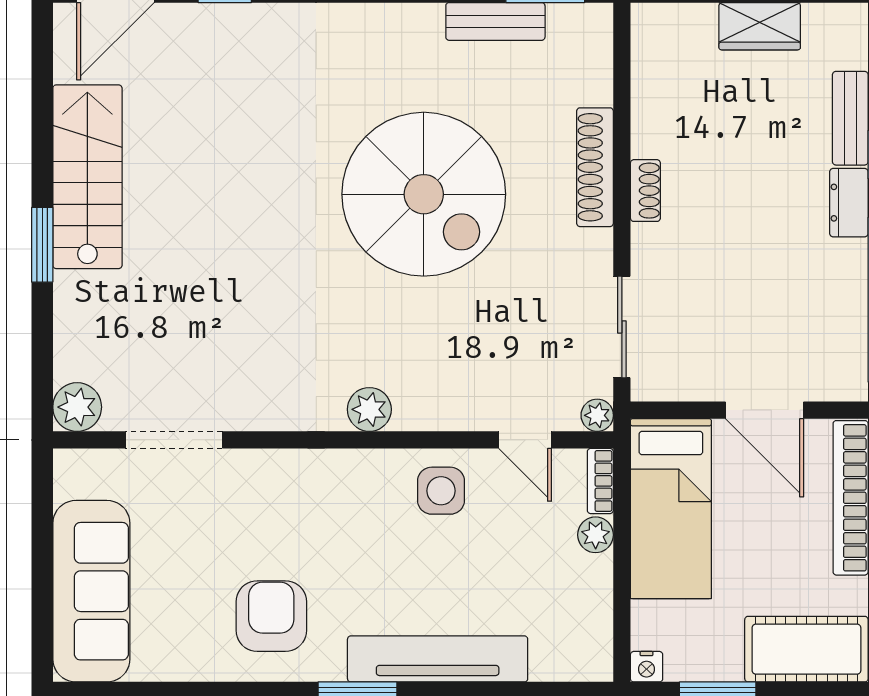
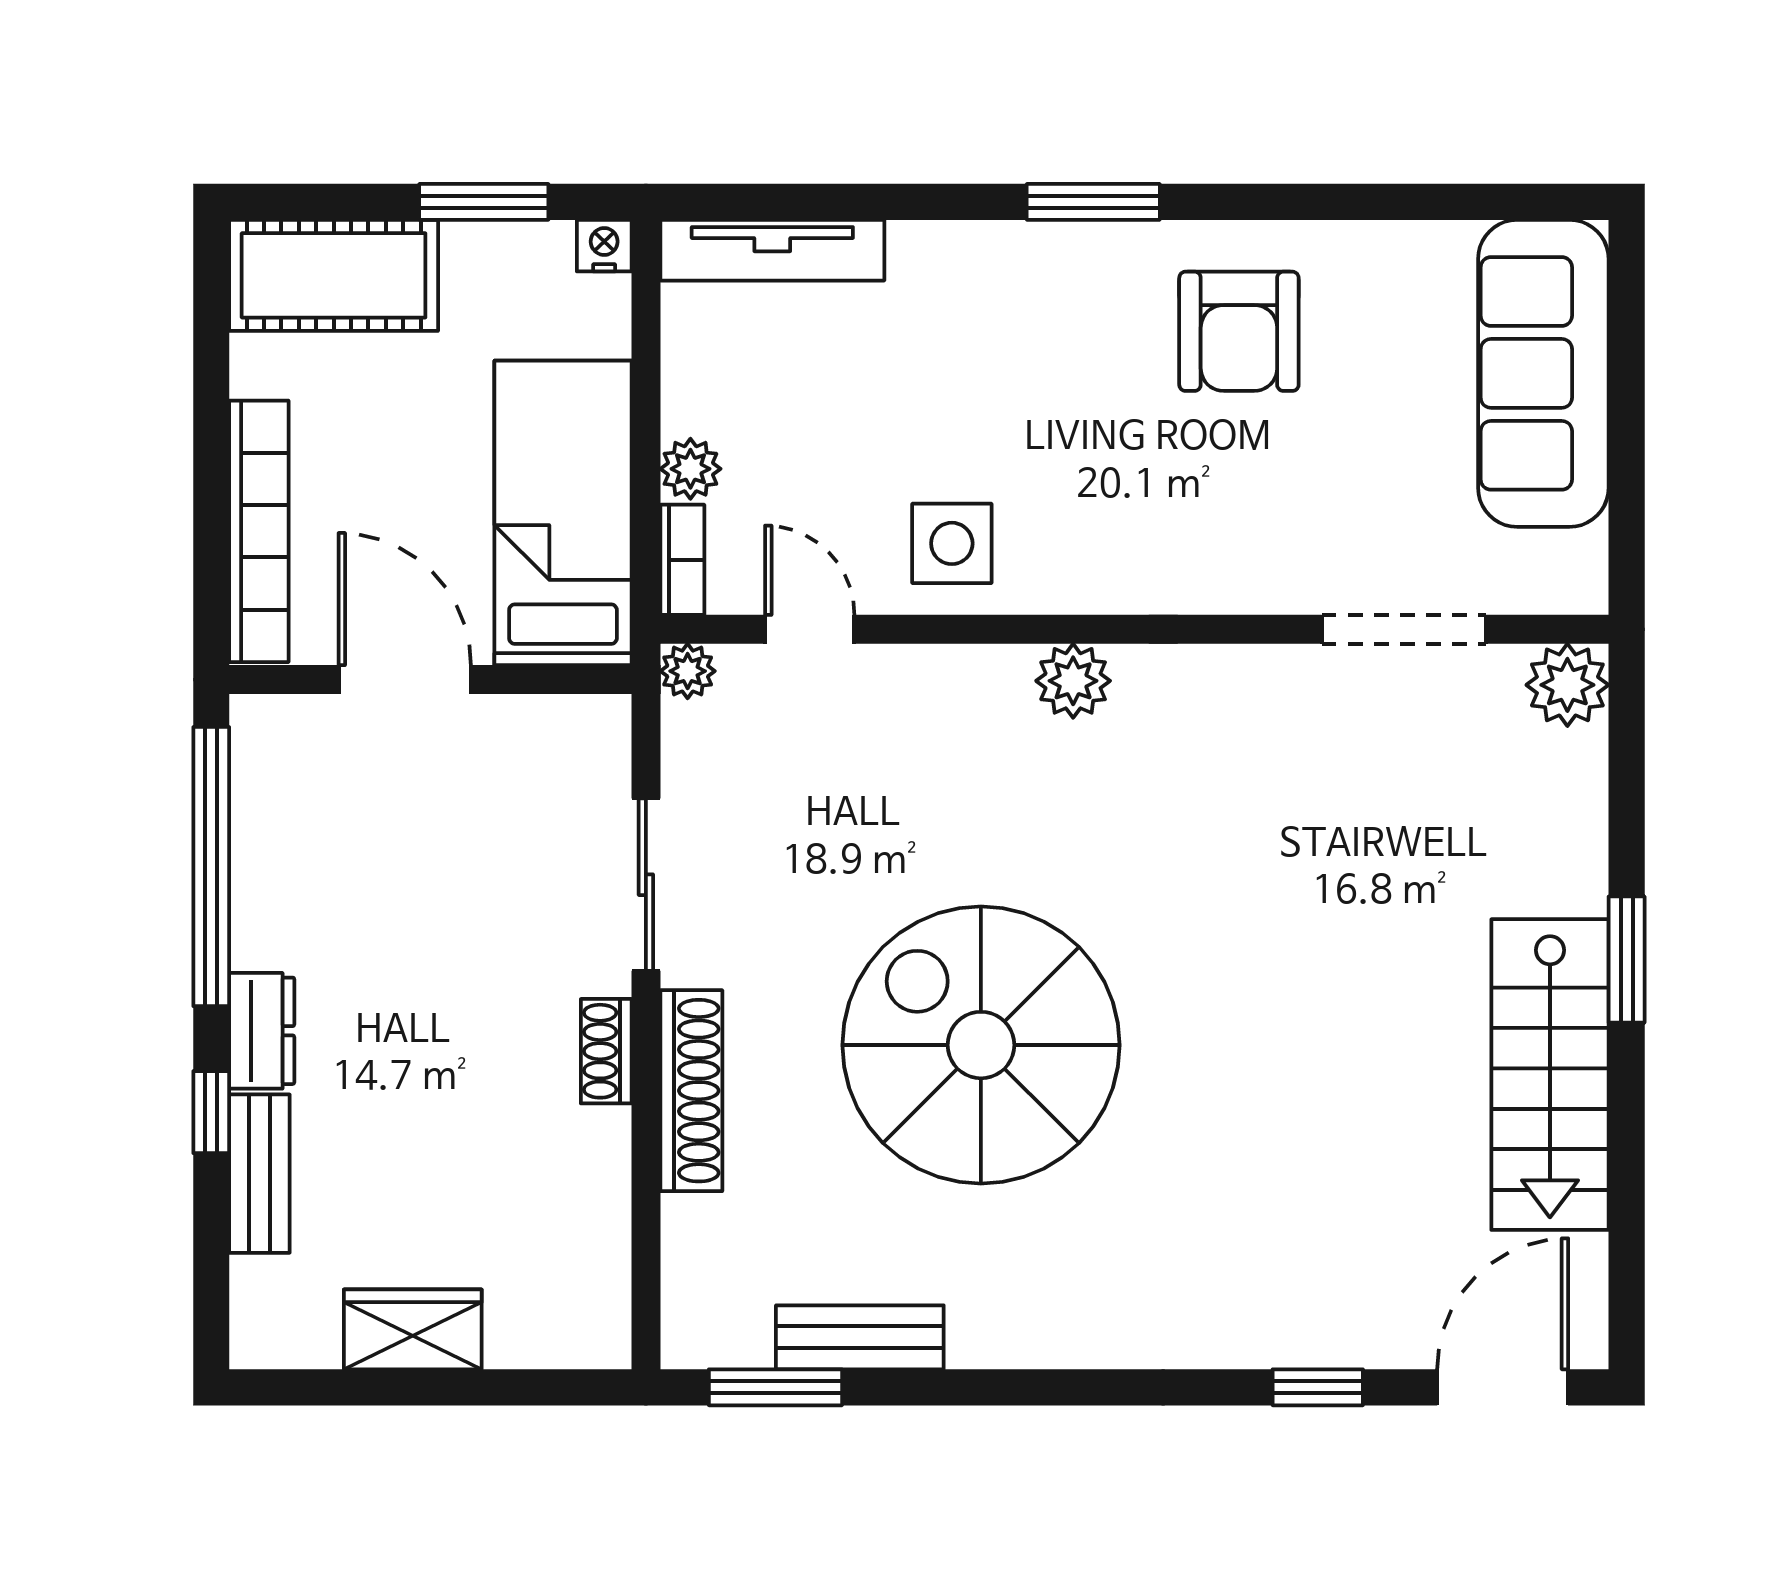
sliding door: (622, 327) -> (646, 885), moved
tv unit: (438, 659) -> (772, 250), moved, width x0.73, depth x0.78

